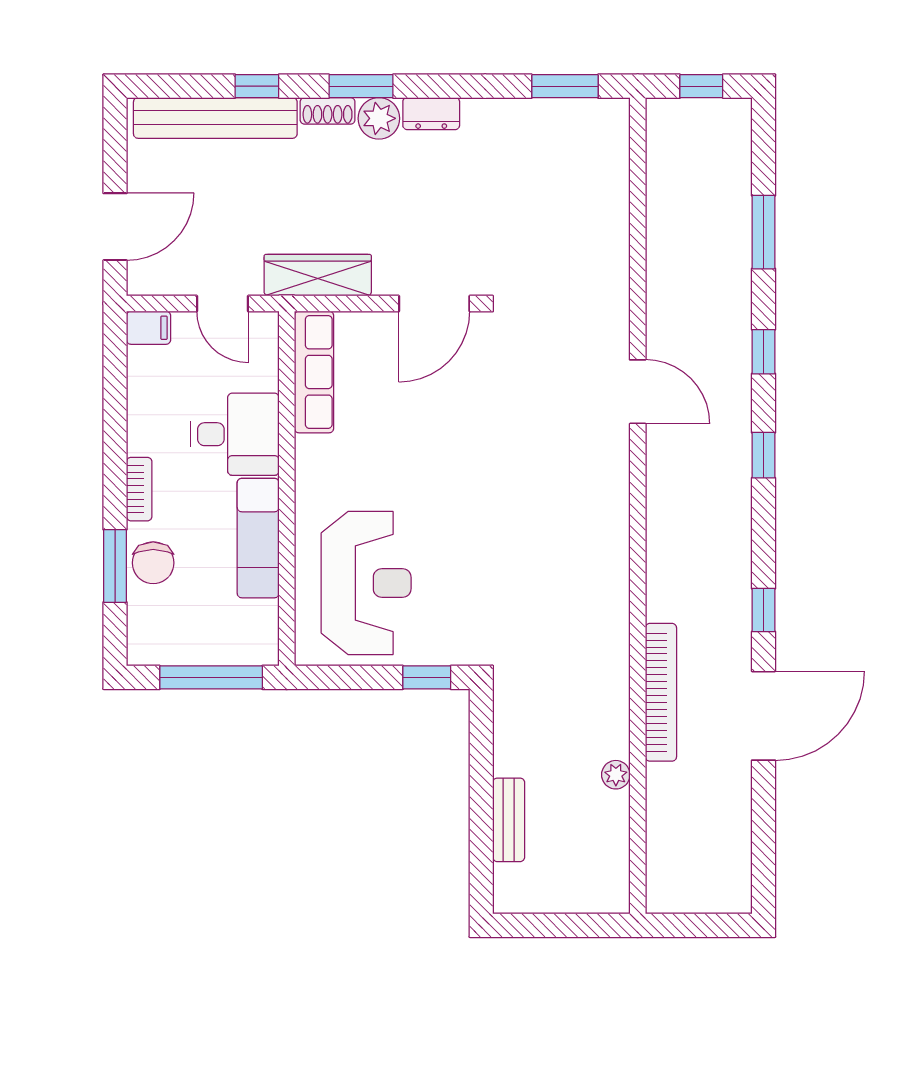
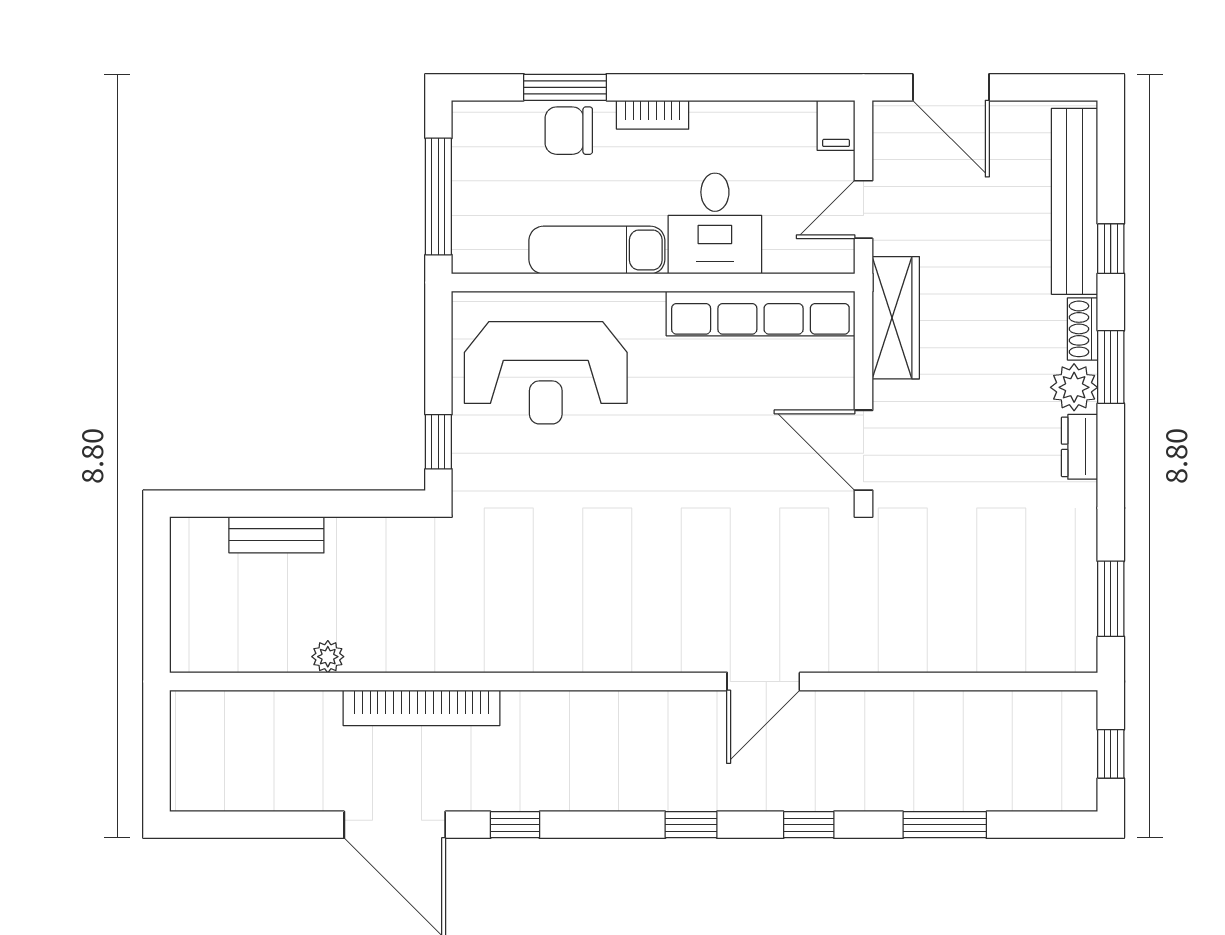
row of seats: (314, 372) -> (760, 313), width x1.36

